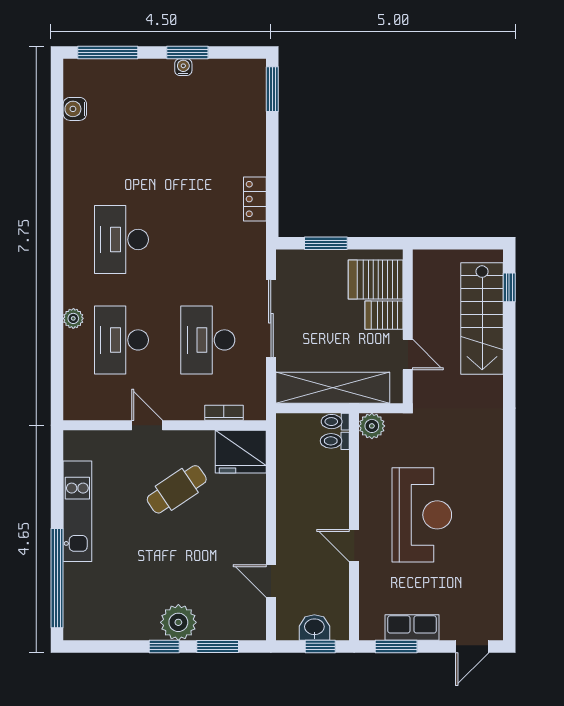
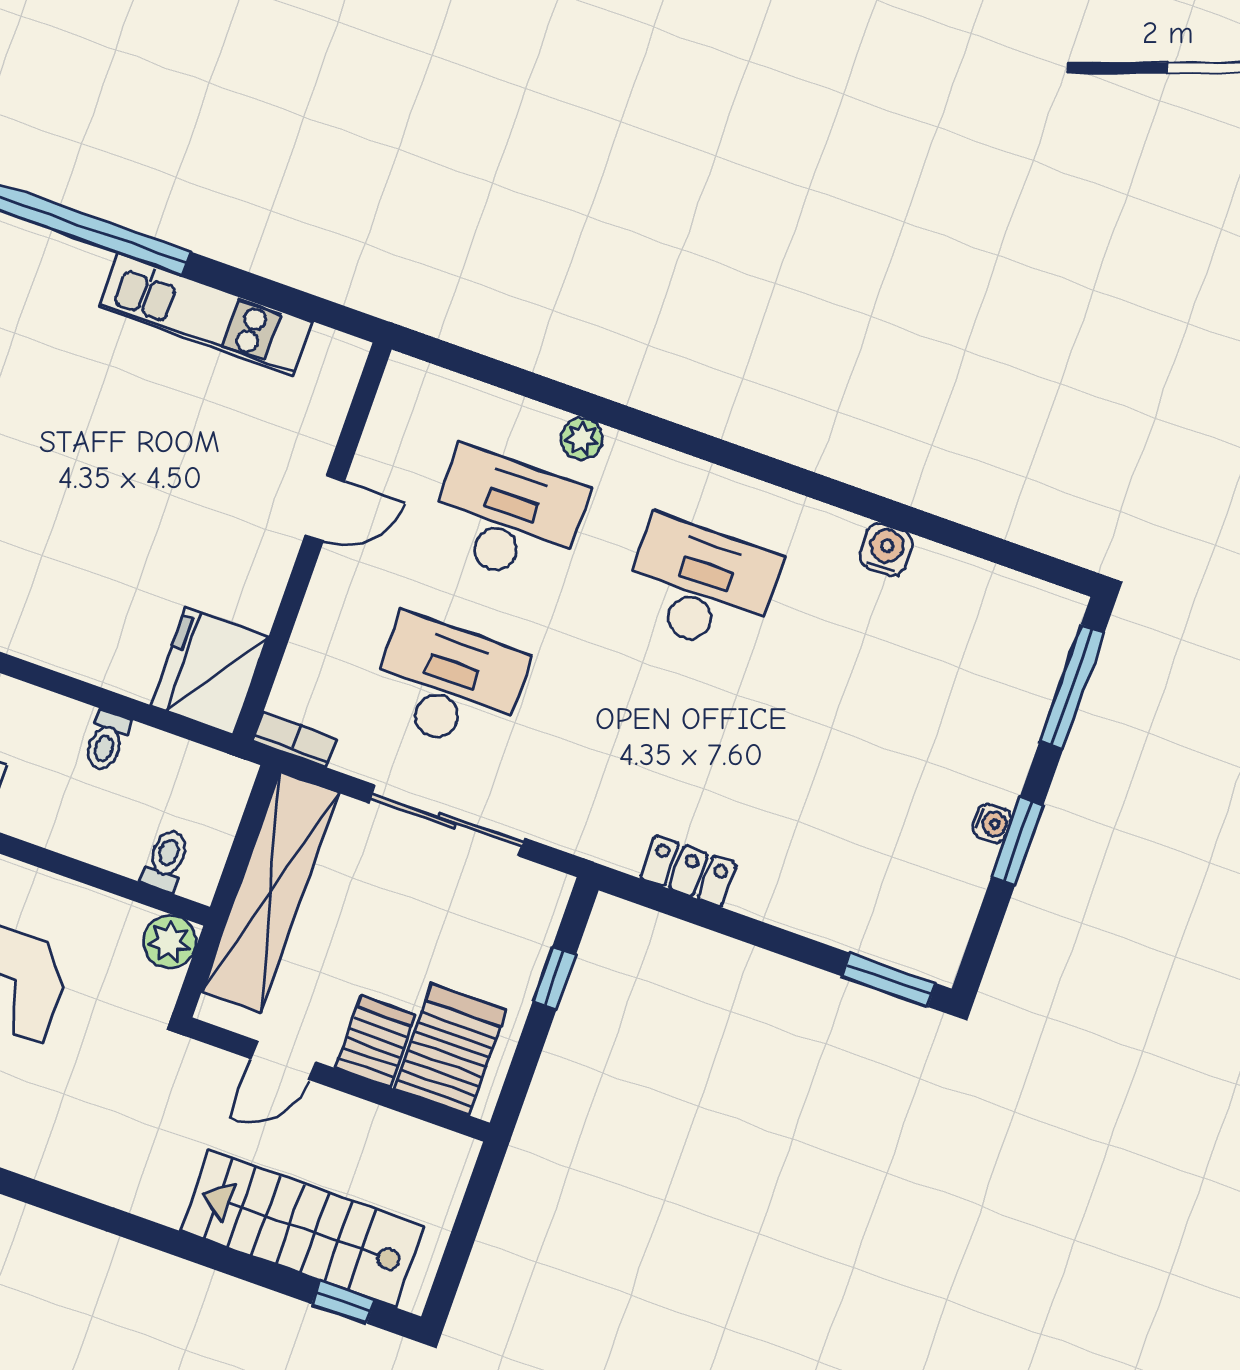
water cooler: (75, 109) -> (886, 550), moved
window: (326, 243) -> (554, 978), width x0.67
bookcase: (224, 413) -> (295, 740), moved, turned -90
toilet: (335, 422) -> (106, 741), moved, turned 180
cafe table: (177, 489) -> (181, 521), removed

